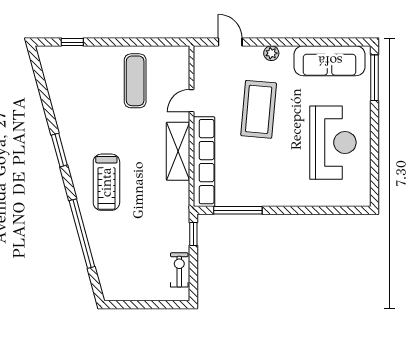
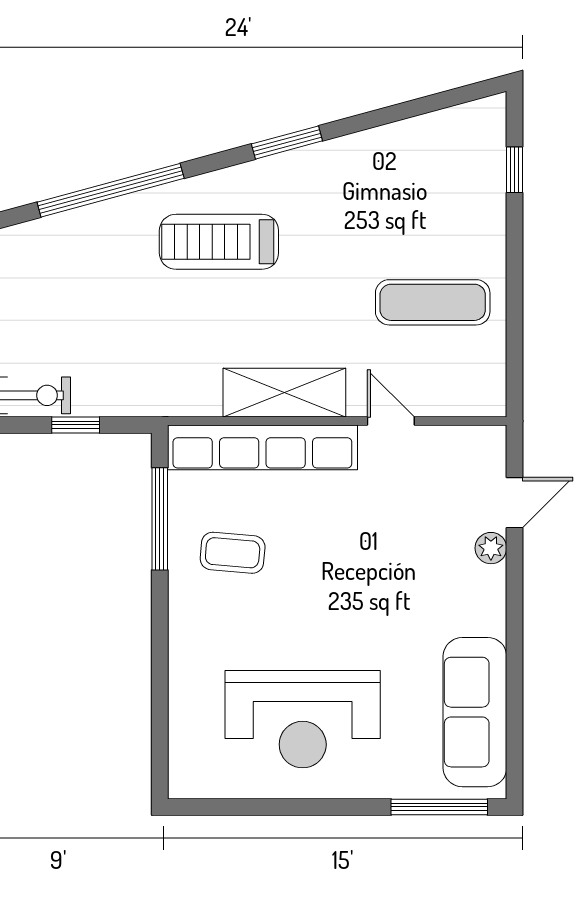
plant: (271, 53) -> (491, 548), moved
coffee table: (259, 109) -> (233, 553), moved, width x0.54, depth x0.58
window: (193, 234) -> (76, 425), moved

